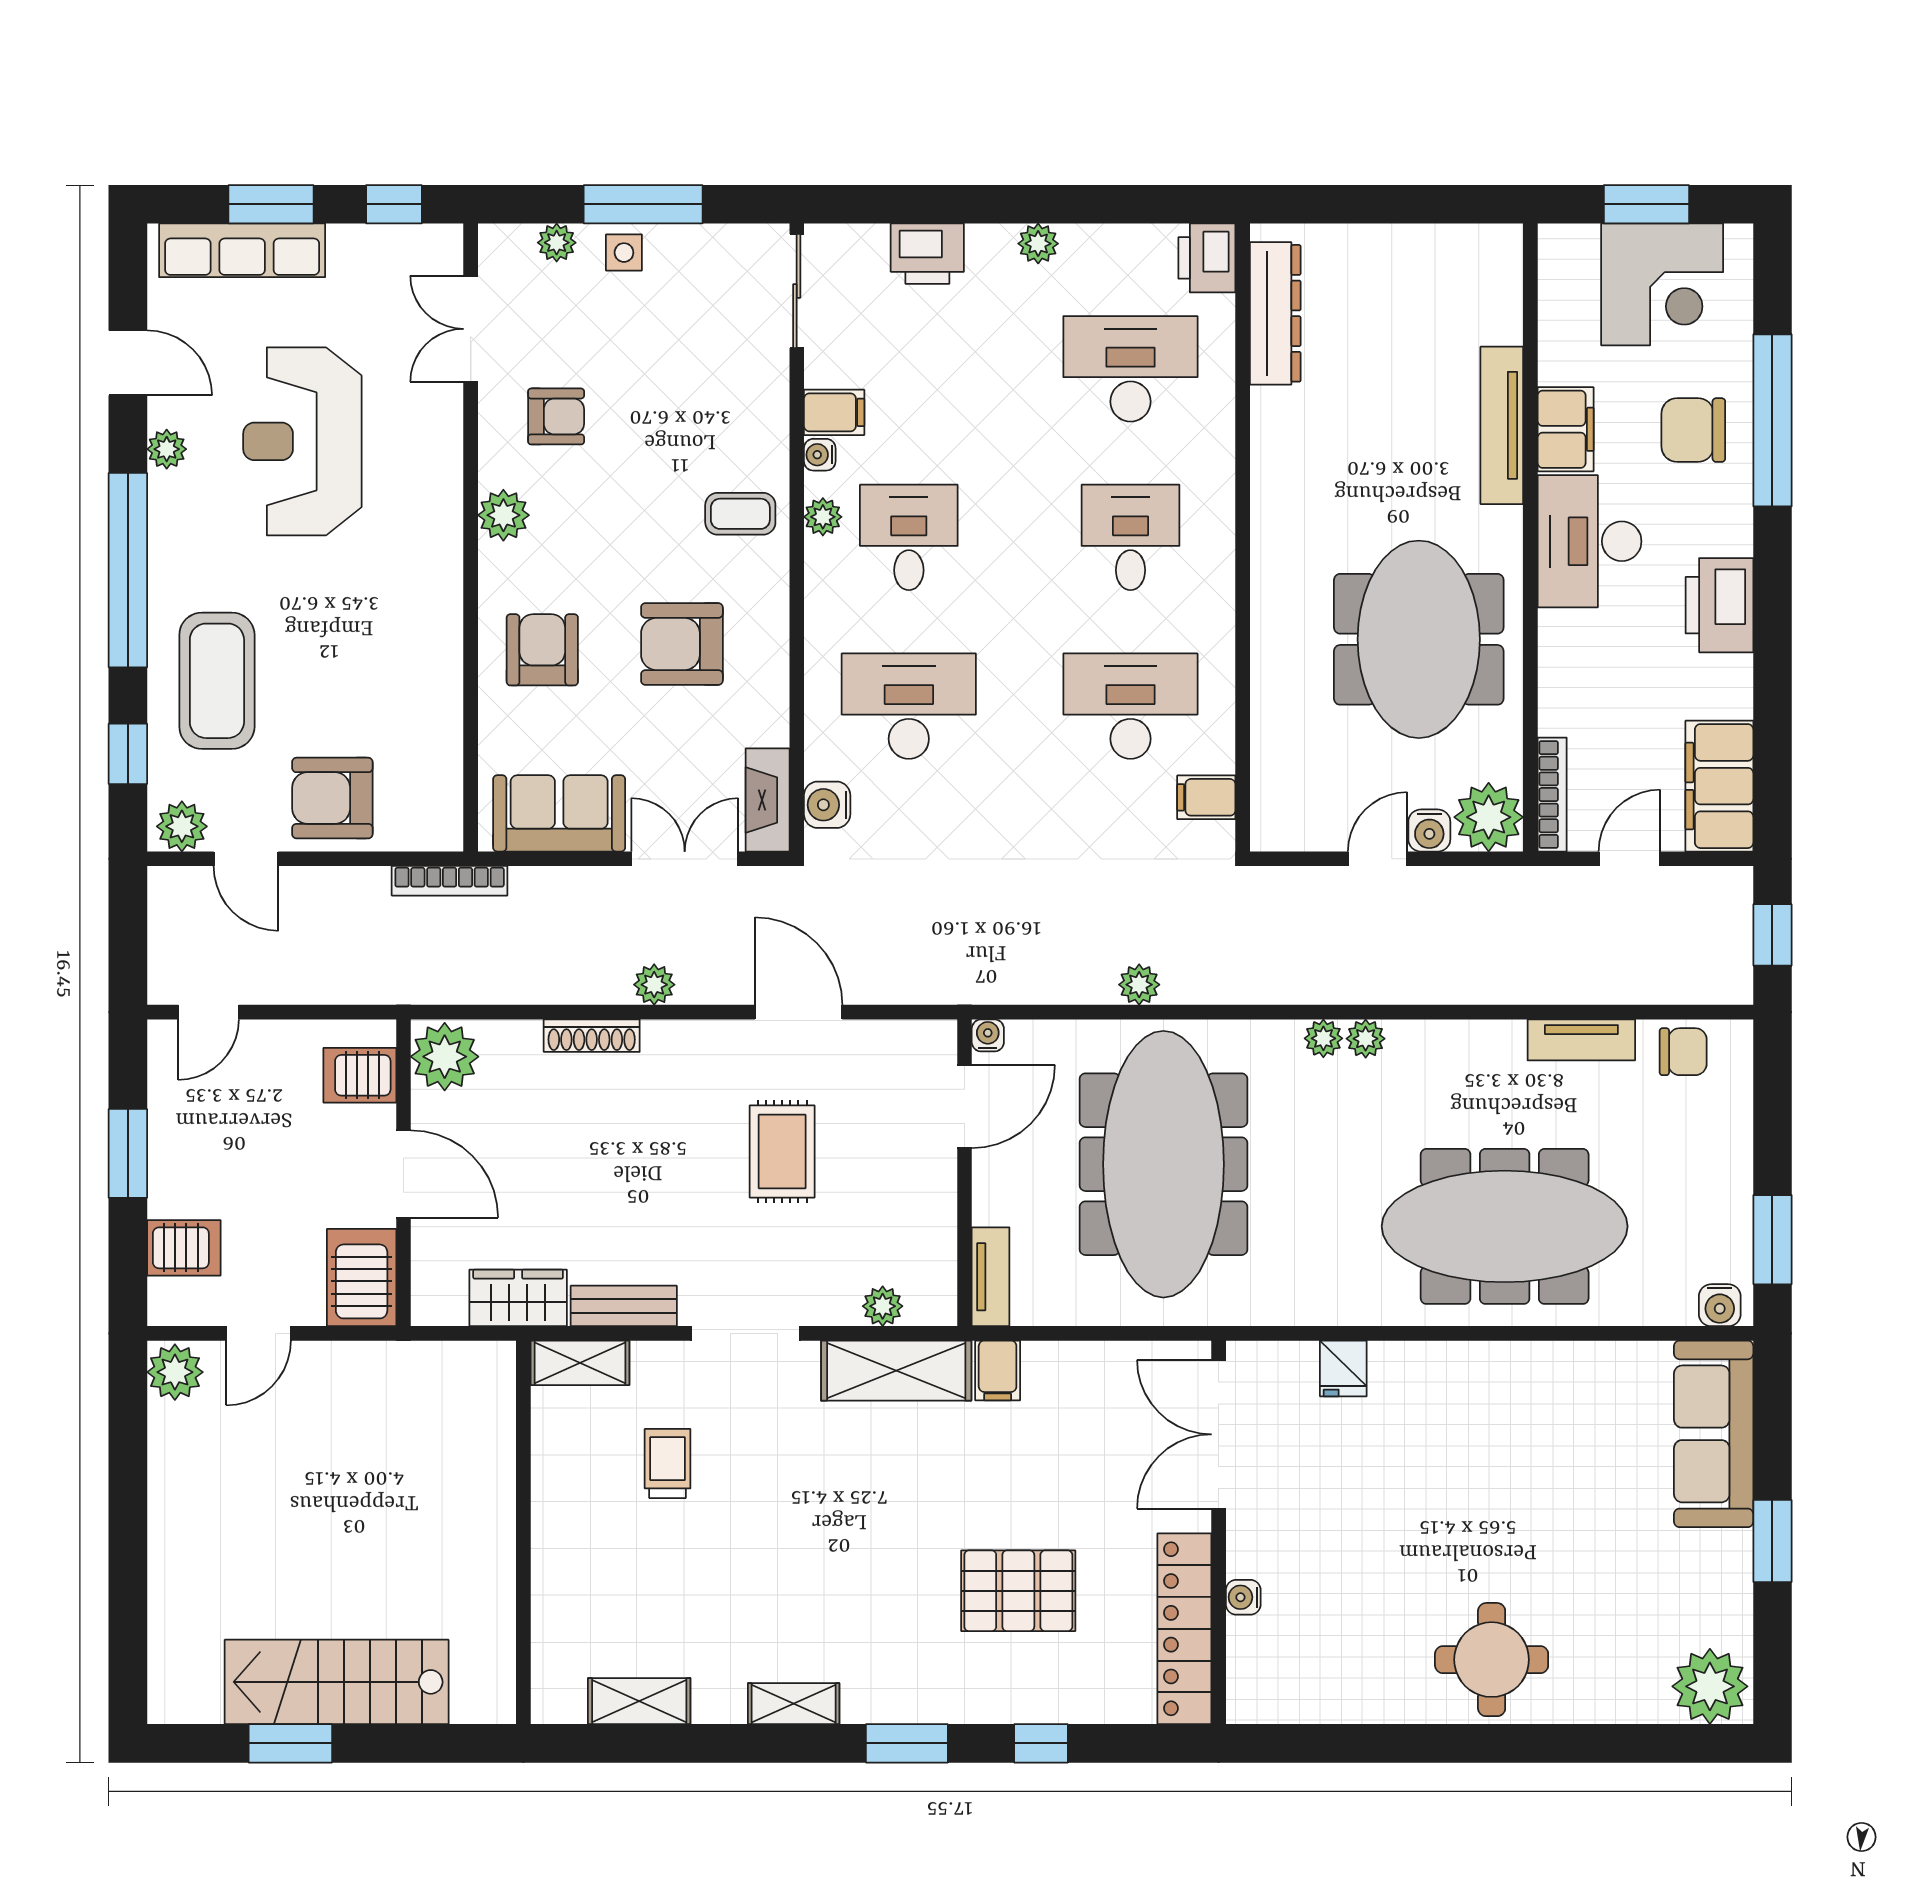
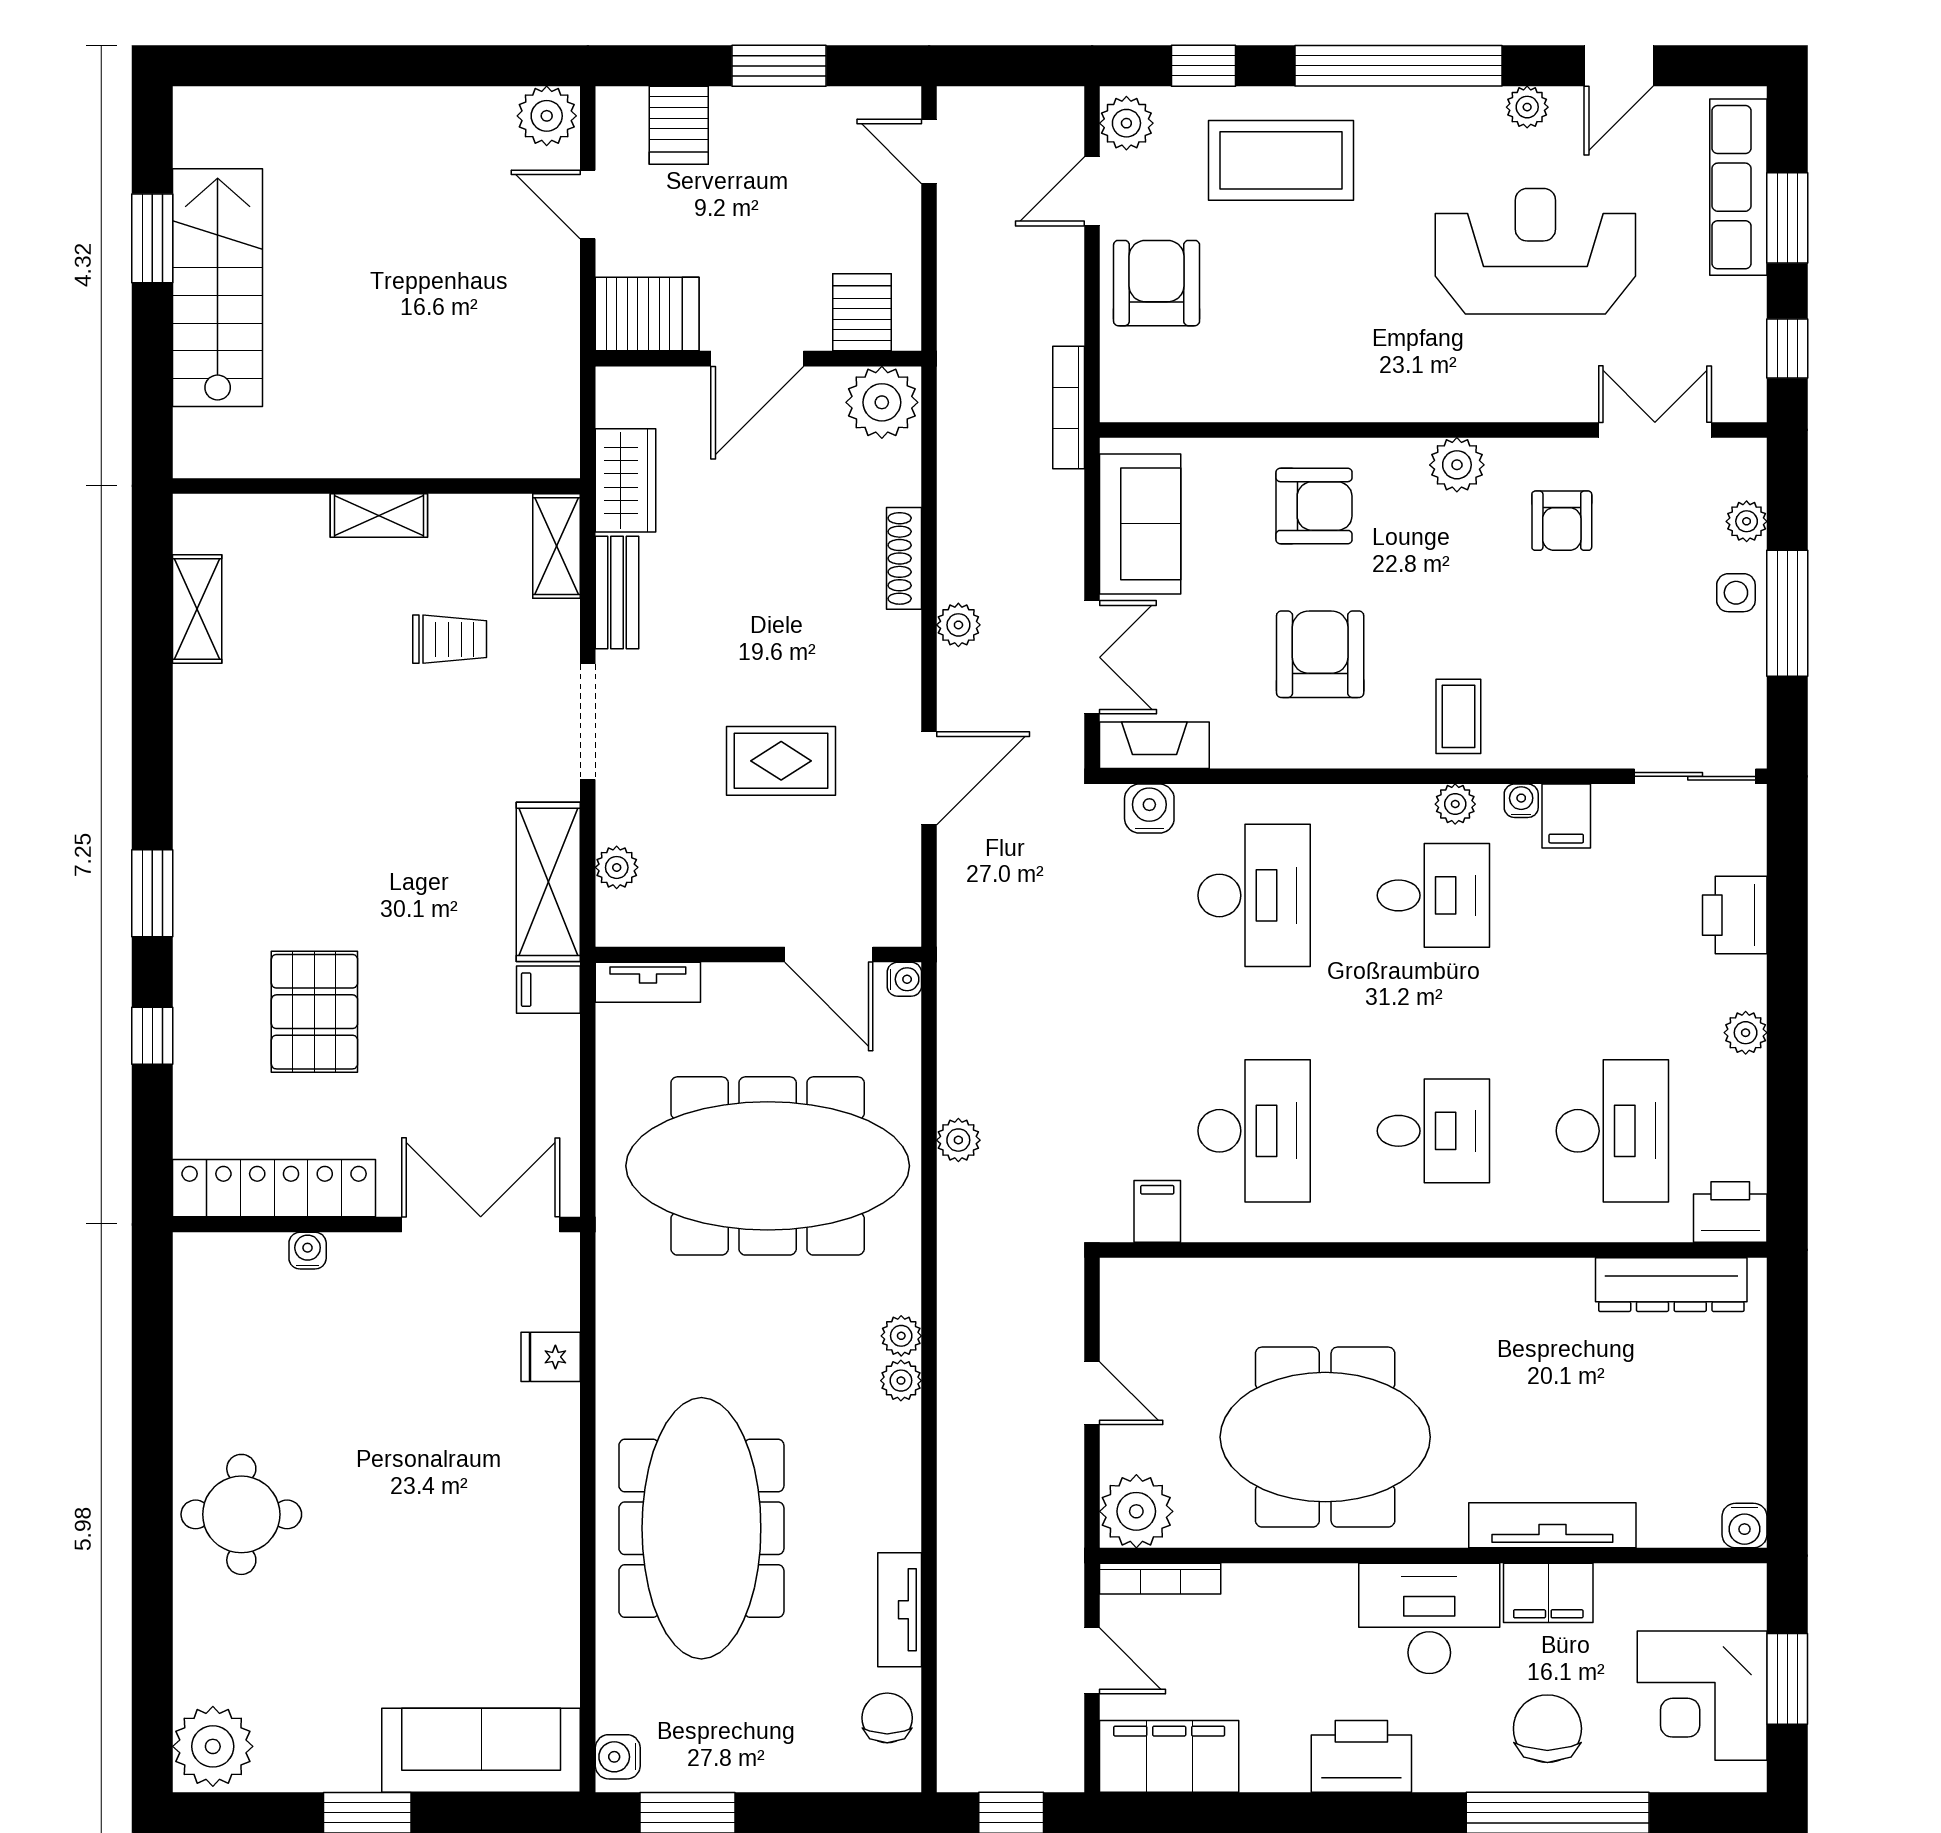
water cooler: (1429, 830) -> (1745, 1526), moved, turned -90
chair: (1683, 1052) -> (887, 1718), turned 180
shelving: (794, 1704) -> (379, 515), moved, turned 90

